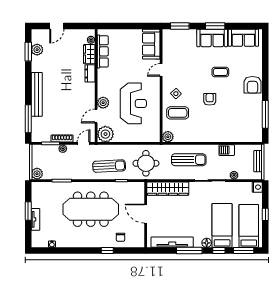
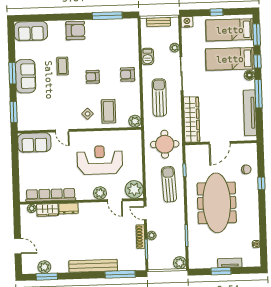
sofa: (243, 38) -> (31, 31), moved, turned 90
row of seats: (103, 51) -> (51, 195), width x1.36
armchair: (211, 131) -> (128, 74), added

